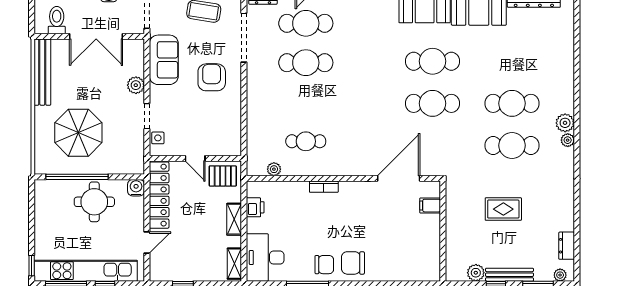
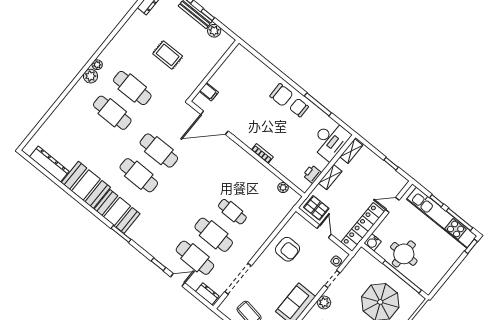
armchair: (212, 77) -> (288, 249), moved, turned -90
cafe table: (306, 141) -> (232, 212), moved

